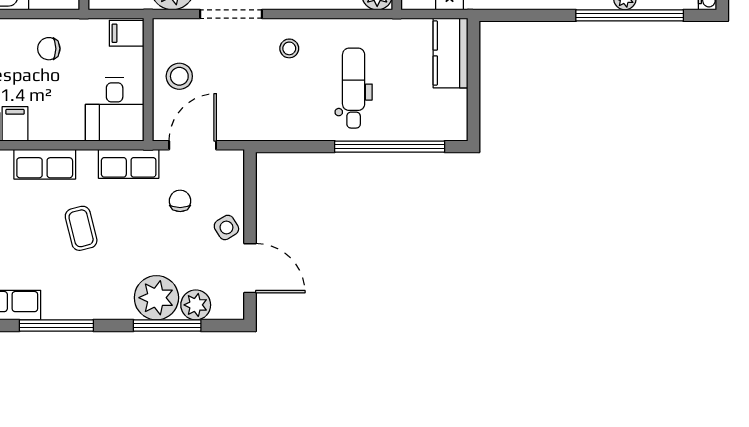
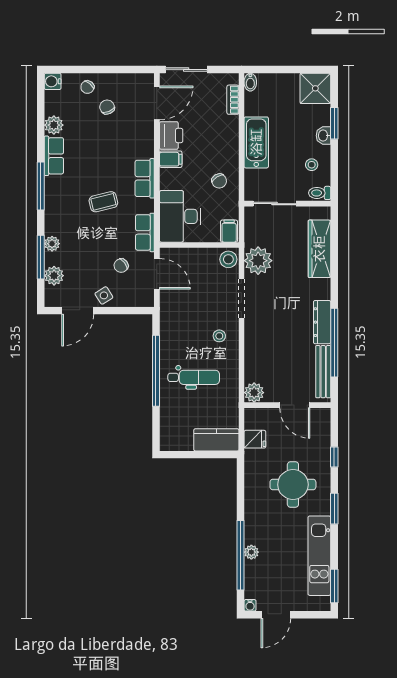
chair: (49, 49) -> (219, 181), turned 147
stool: (179, 76) -> (228, 259), moved
desk: (115, 109) -> (180, 216), width x1.37
window: (390, 147) -> (156, 371), moved
chair: (180, 201) -> (121, 266), turned 143
plant: (156, 298) -> (52, 244), width x0.53, depth x0.53

